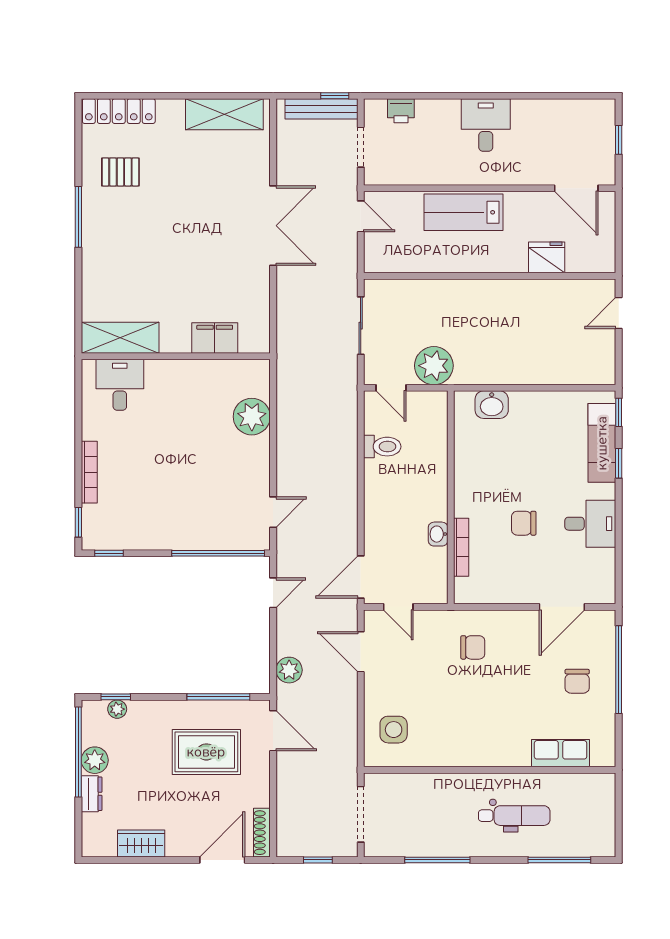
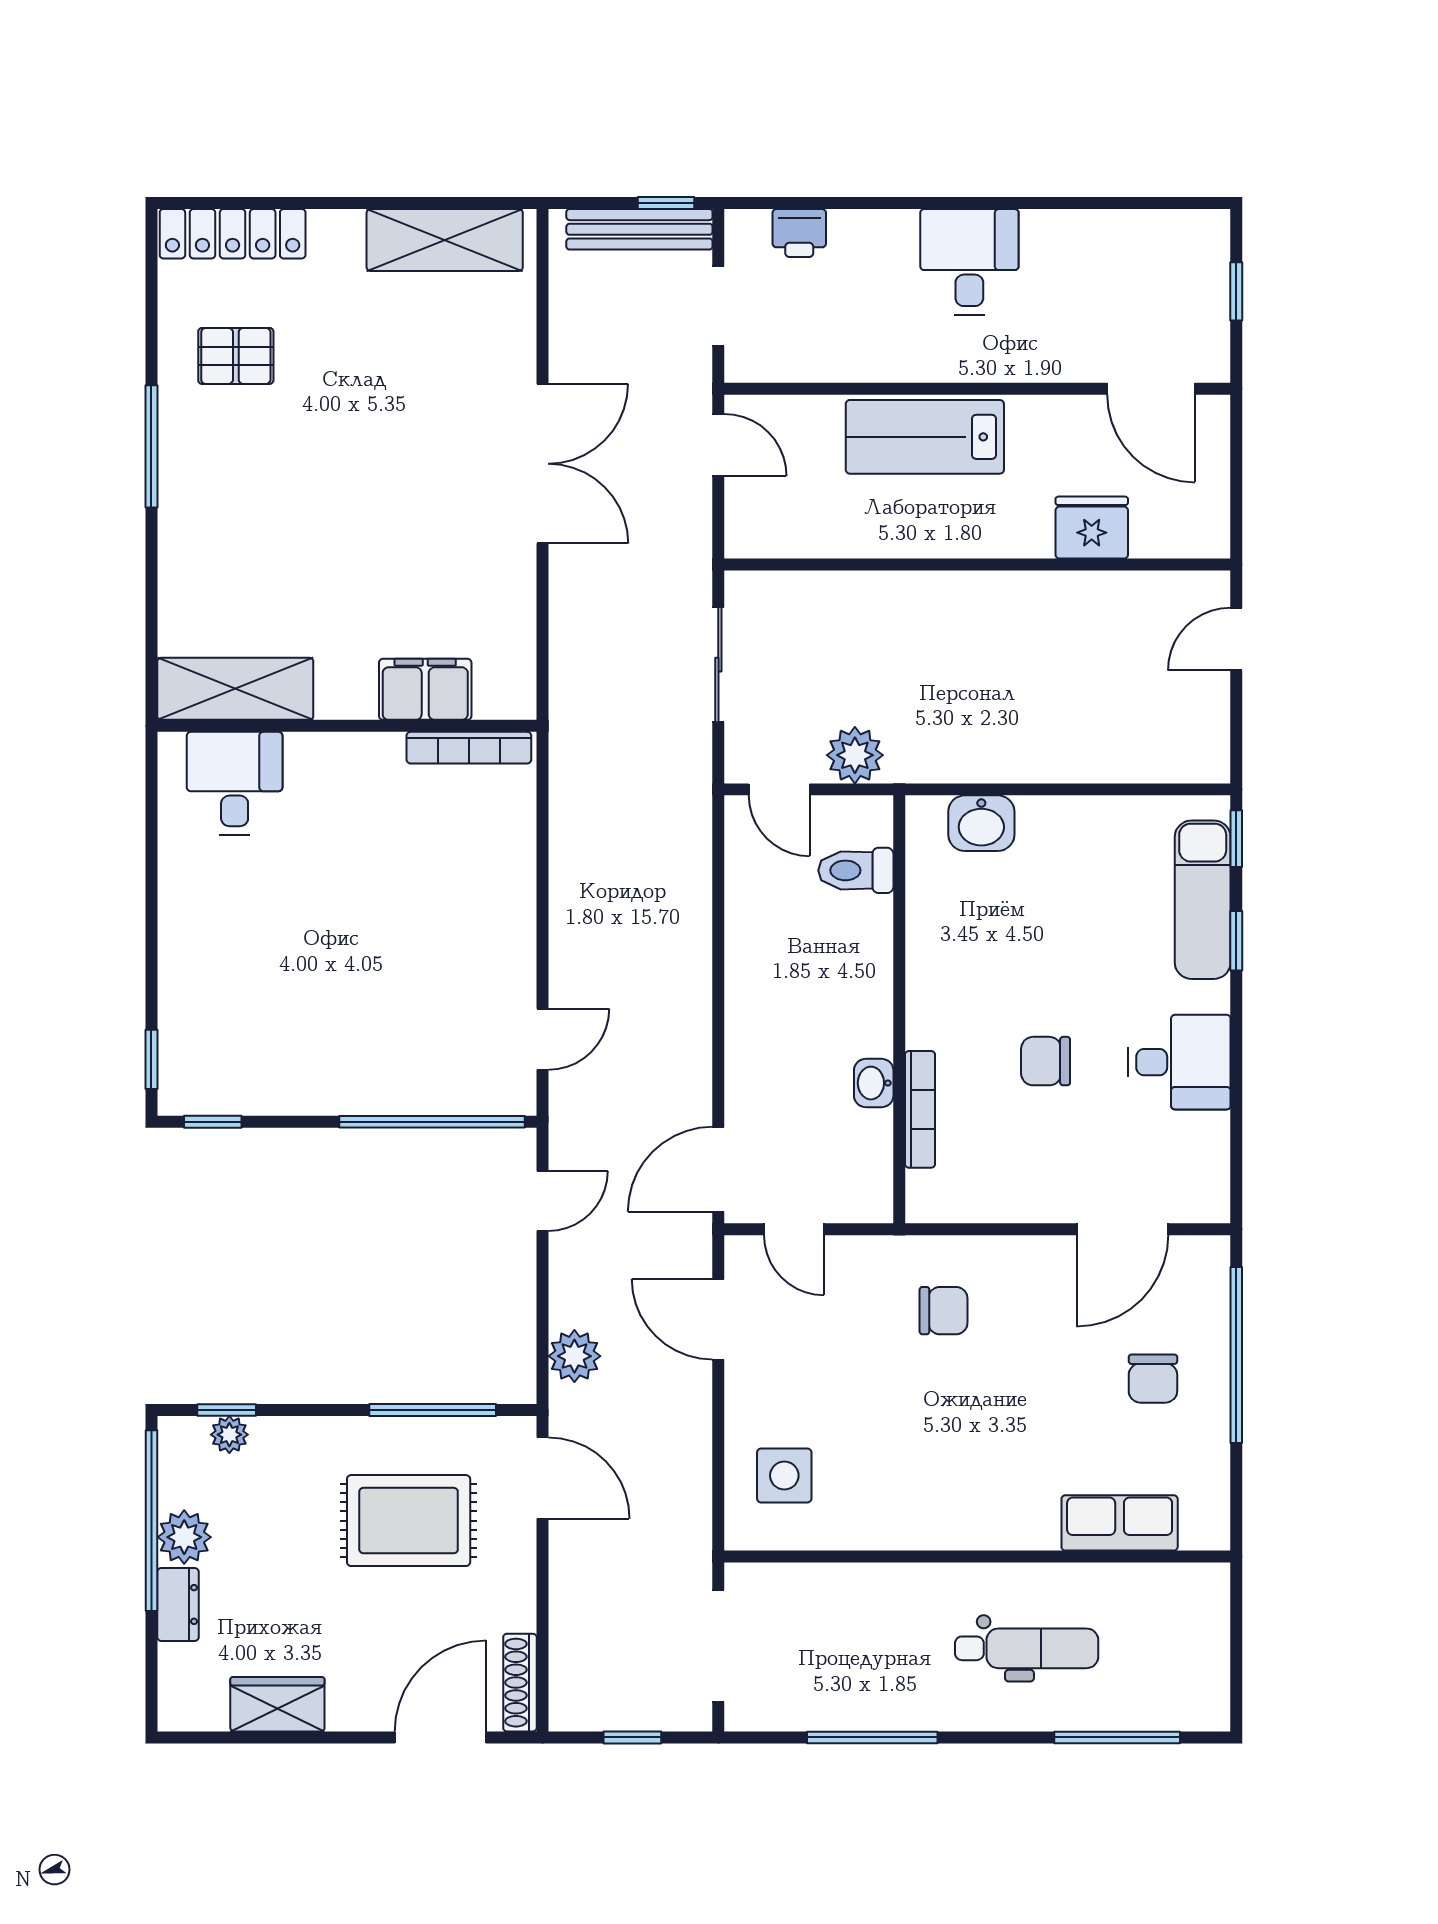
plant: (434, 366) -> (855, 755), width x0.73, depth x0.73
plant: (252, 417) -> (500, 847), removed
toilet: (382, 447) -> (856, 870), moved, turned 180
bookcase: (89, 472) -> (469, 748), moved, turned 90

